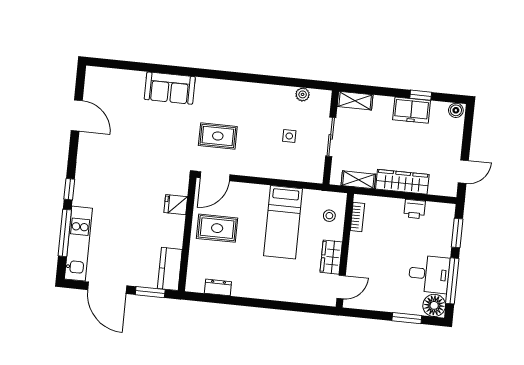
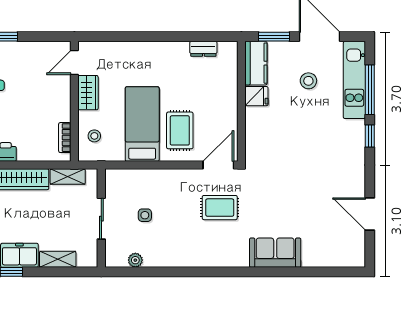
shelving: (355, 101) -> (58, 259), moved
fridge: (176, 205) -> (256, 96), moved
rug: (217, 228) -> (180, 130), moved, turned 90
stool: (122, 247) -> (308, 81), added

